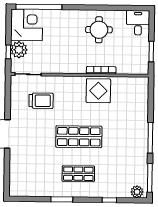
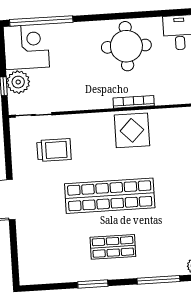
round table: (99, 30) -> (126, 46), width x1.36, depth x1.36
shop shelf: (79, 137) -> (110, 196), width x1.40
window: (109, 200) -> (158, 280), width x2.17

